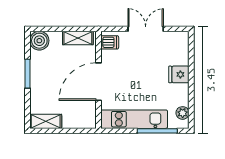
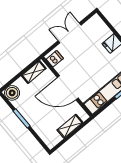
door: (99, 82) -> (68, 88), hinge flipped
shelving: (46, 121) -> (70, 126), moved

